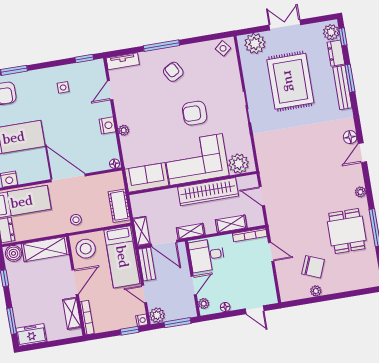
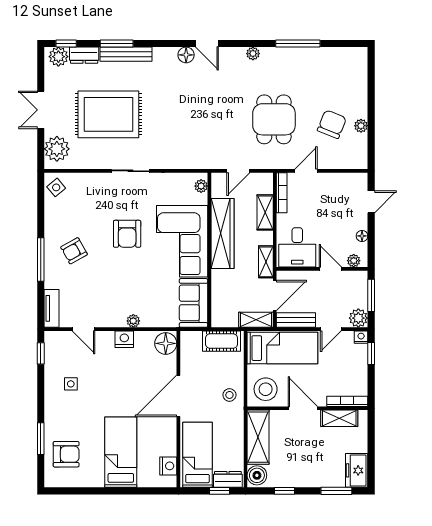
floor lamp: (115, 164) -> (166, 343), width x1.89, depth x1.89
plant: (239, 164) -> (201, 186), width x0.53, depth x0.53
dining table: (347, 231) -> (274, 119), moved, turned 90

